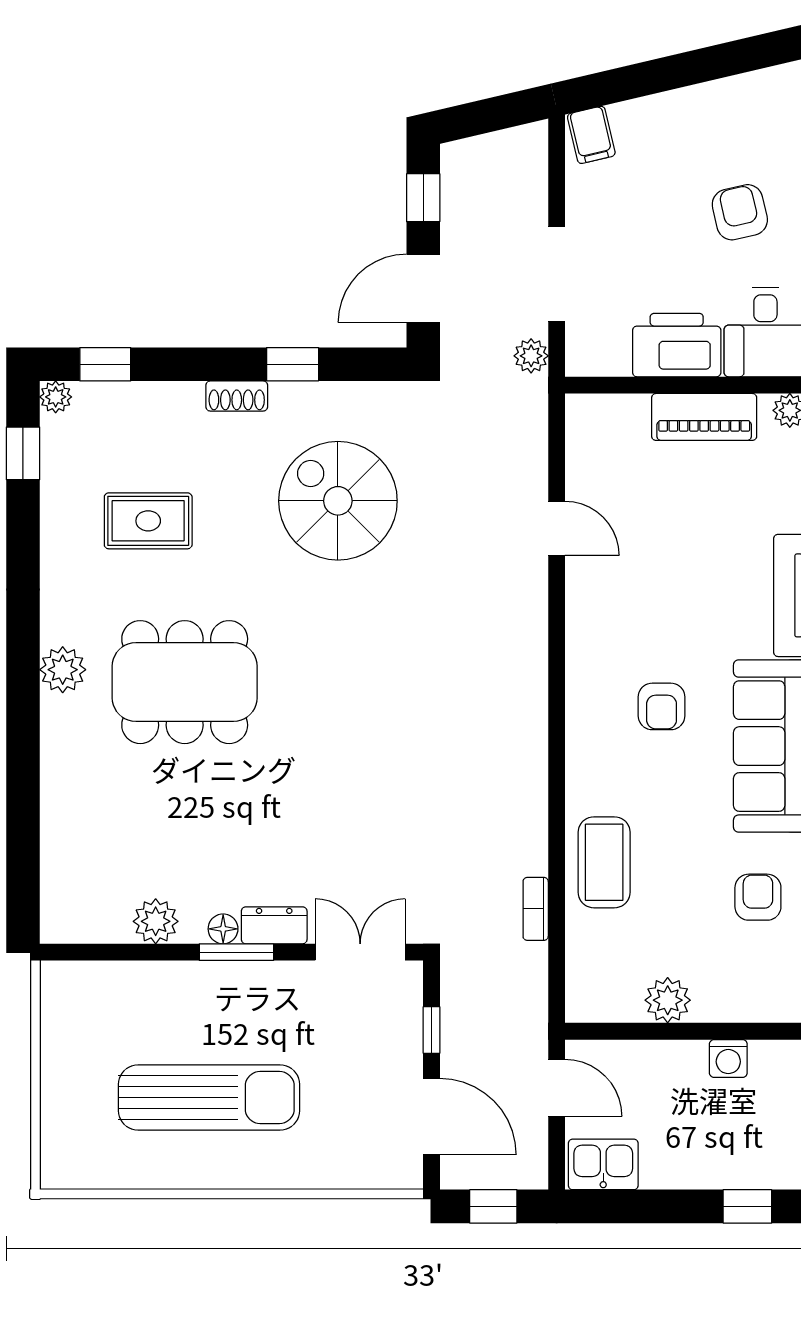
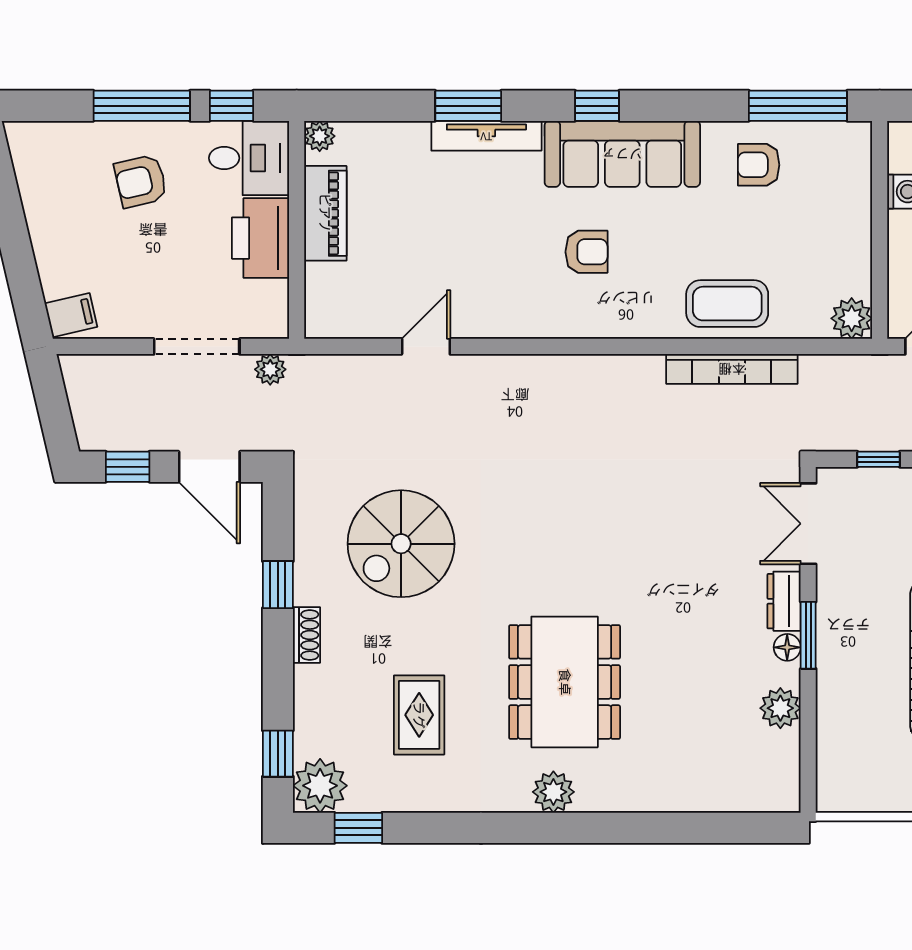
plant: (56, 397) -> (320, 786), width x1.88, depth x1.88
bookcase: (536, 909) -> (732, 369), width x2.31, depth x1.31
plant: (668, 1000) -> (852, 318), moved

